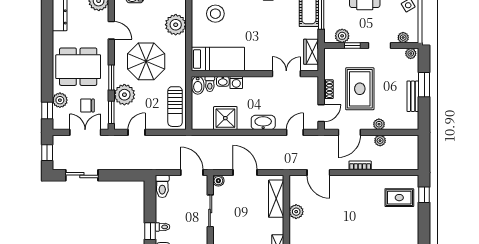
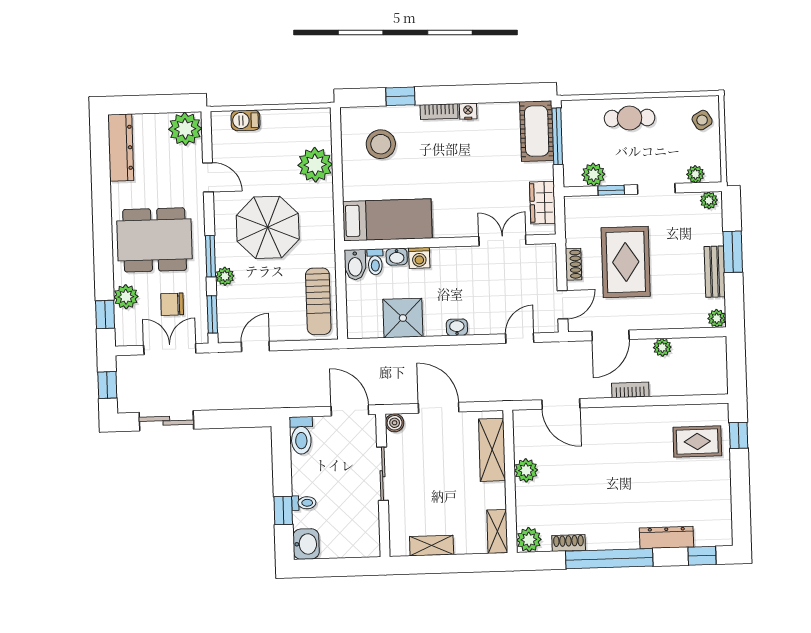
plant: (124, 95) -> (225, 276), width x0.53, depth x0.53
washbasin: (263, 122) -> (457, 327), width x0.52, depth x0.69
plant: (379, 124) -> (717, 318), moved

